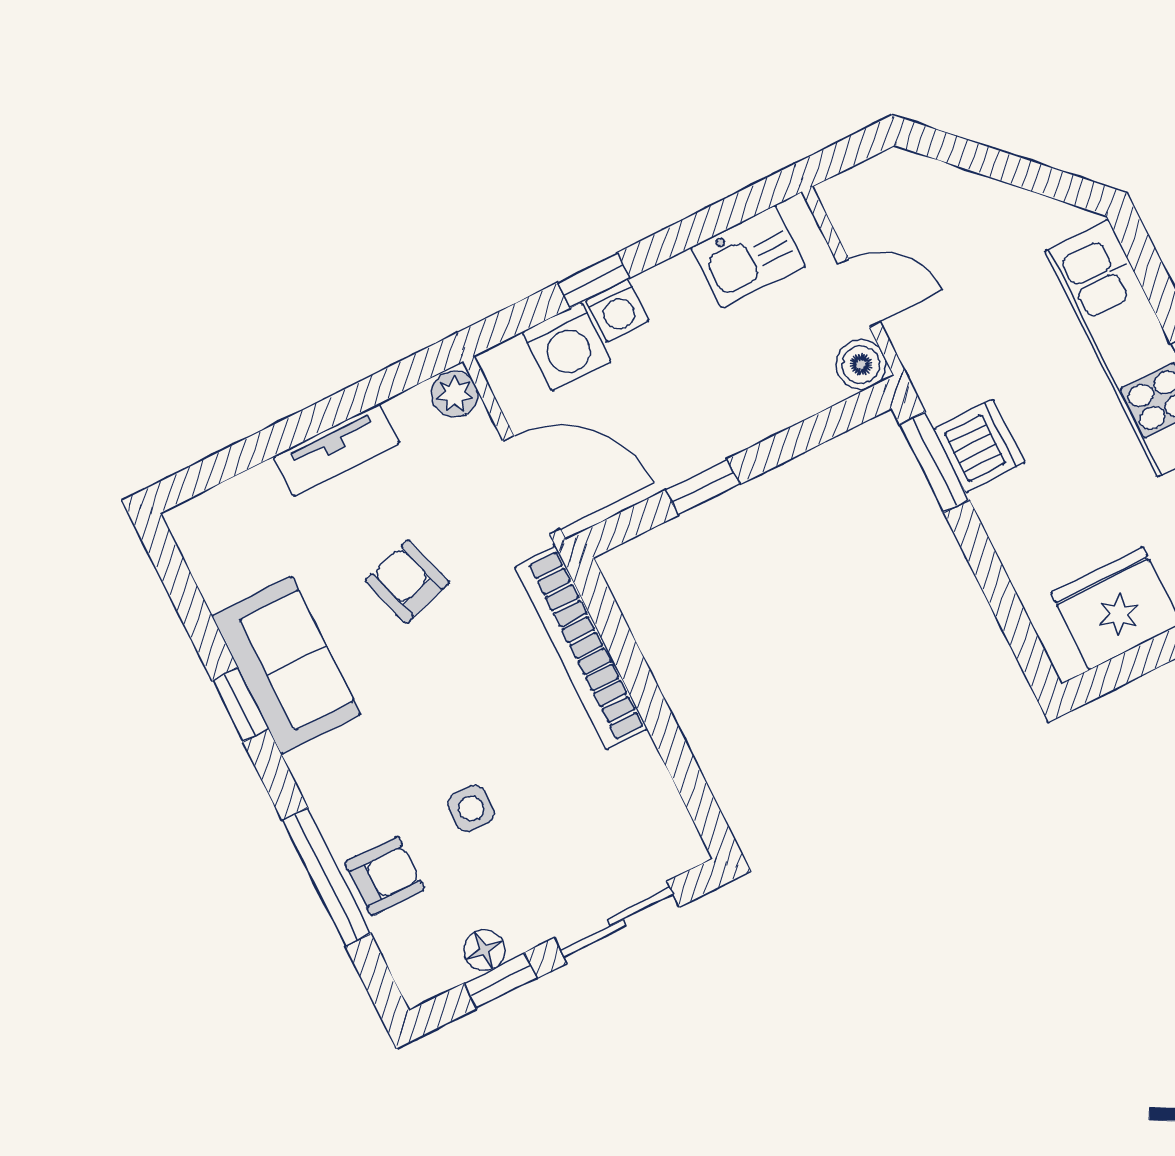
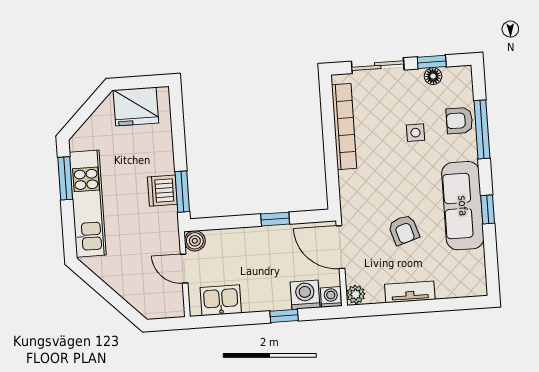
washing machine: (617, 310) -> (331, 297), moved
bookcase: (581, 648) -> (344, 127), moved
sofa: (286, 665) -> (463, 206), width x1.36

